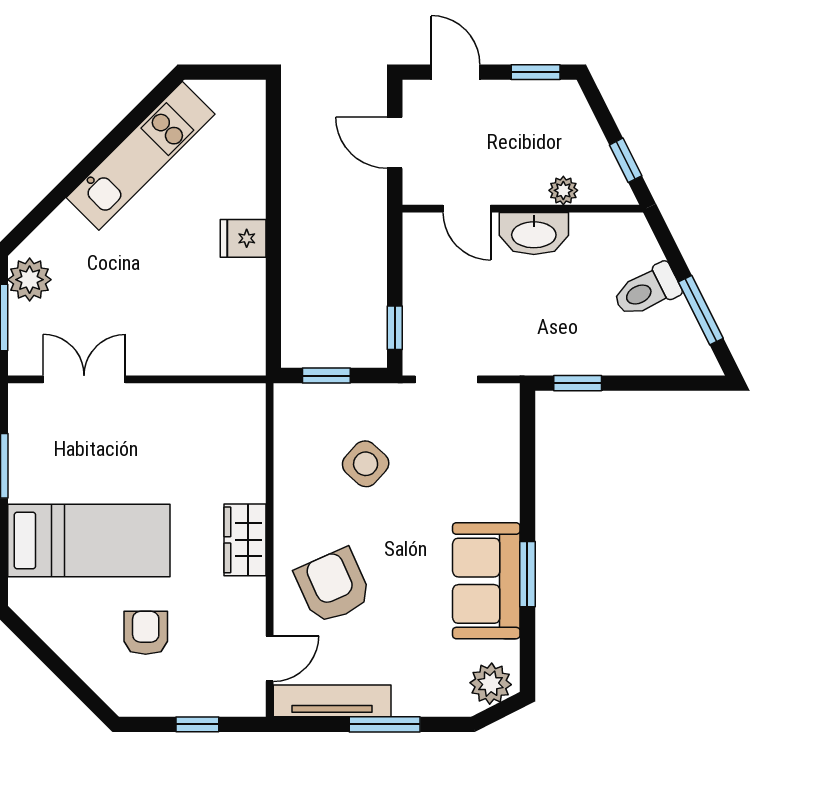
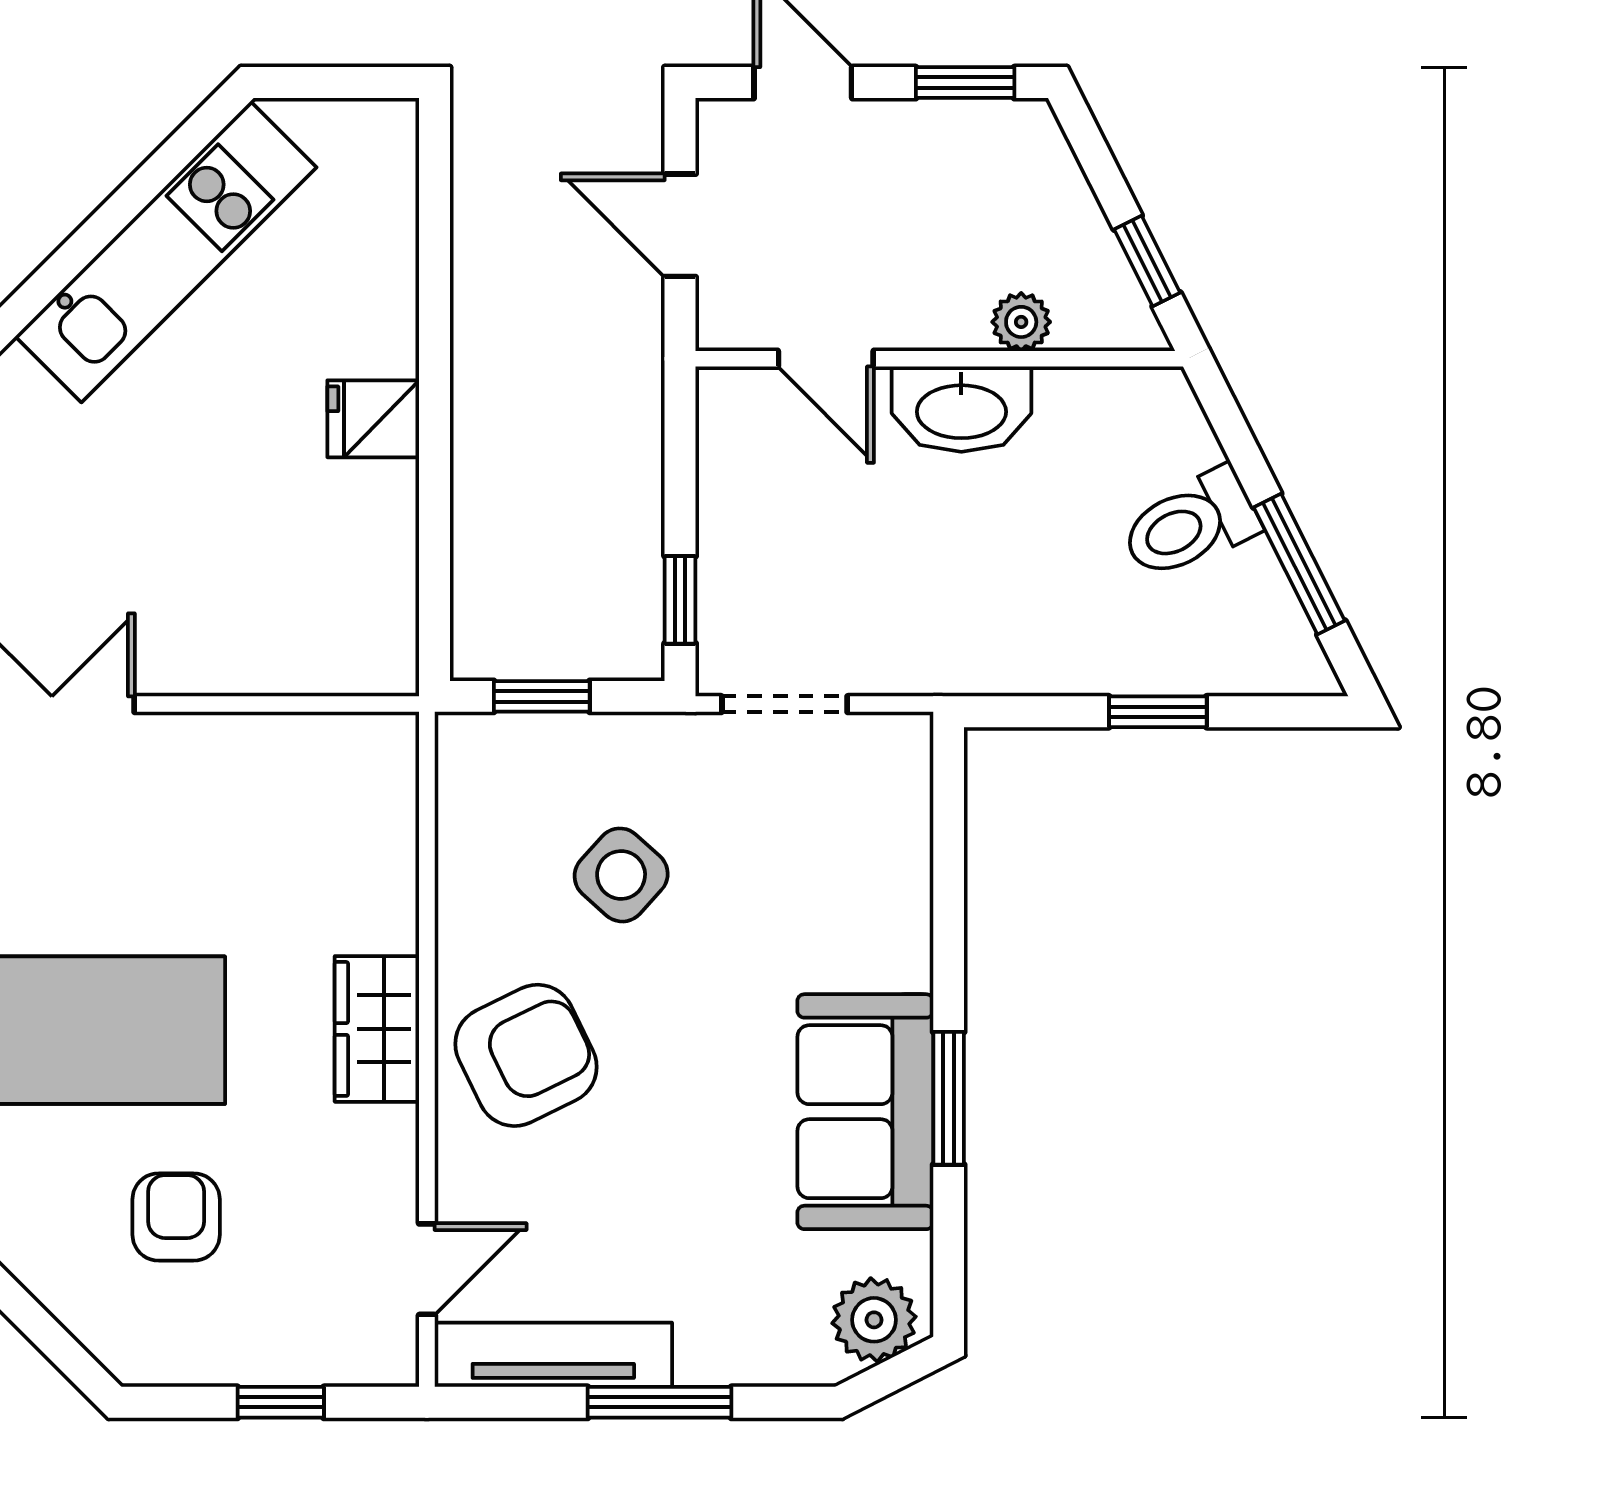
window: (578, 383) -> (1158, 712), moved
armchair: (333, 586) -> (526, 1055), moved, turned 88

